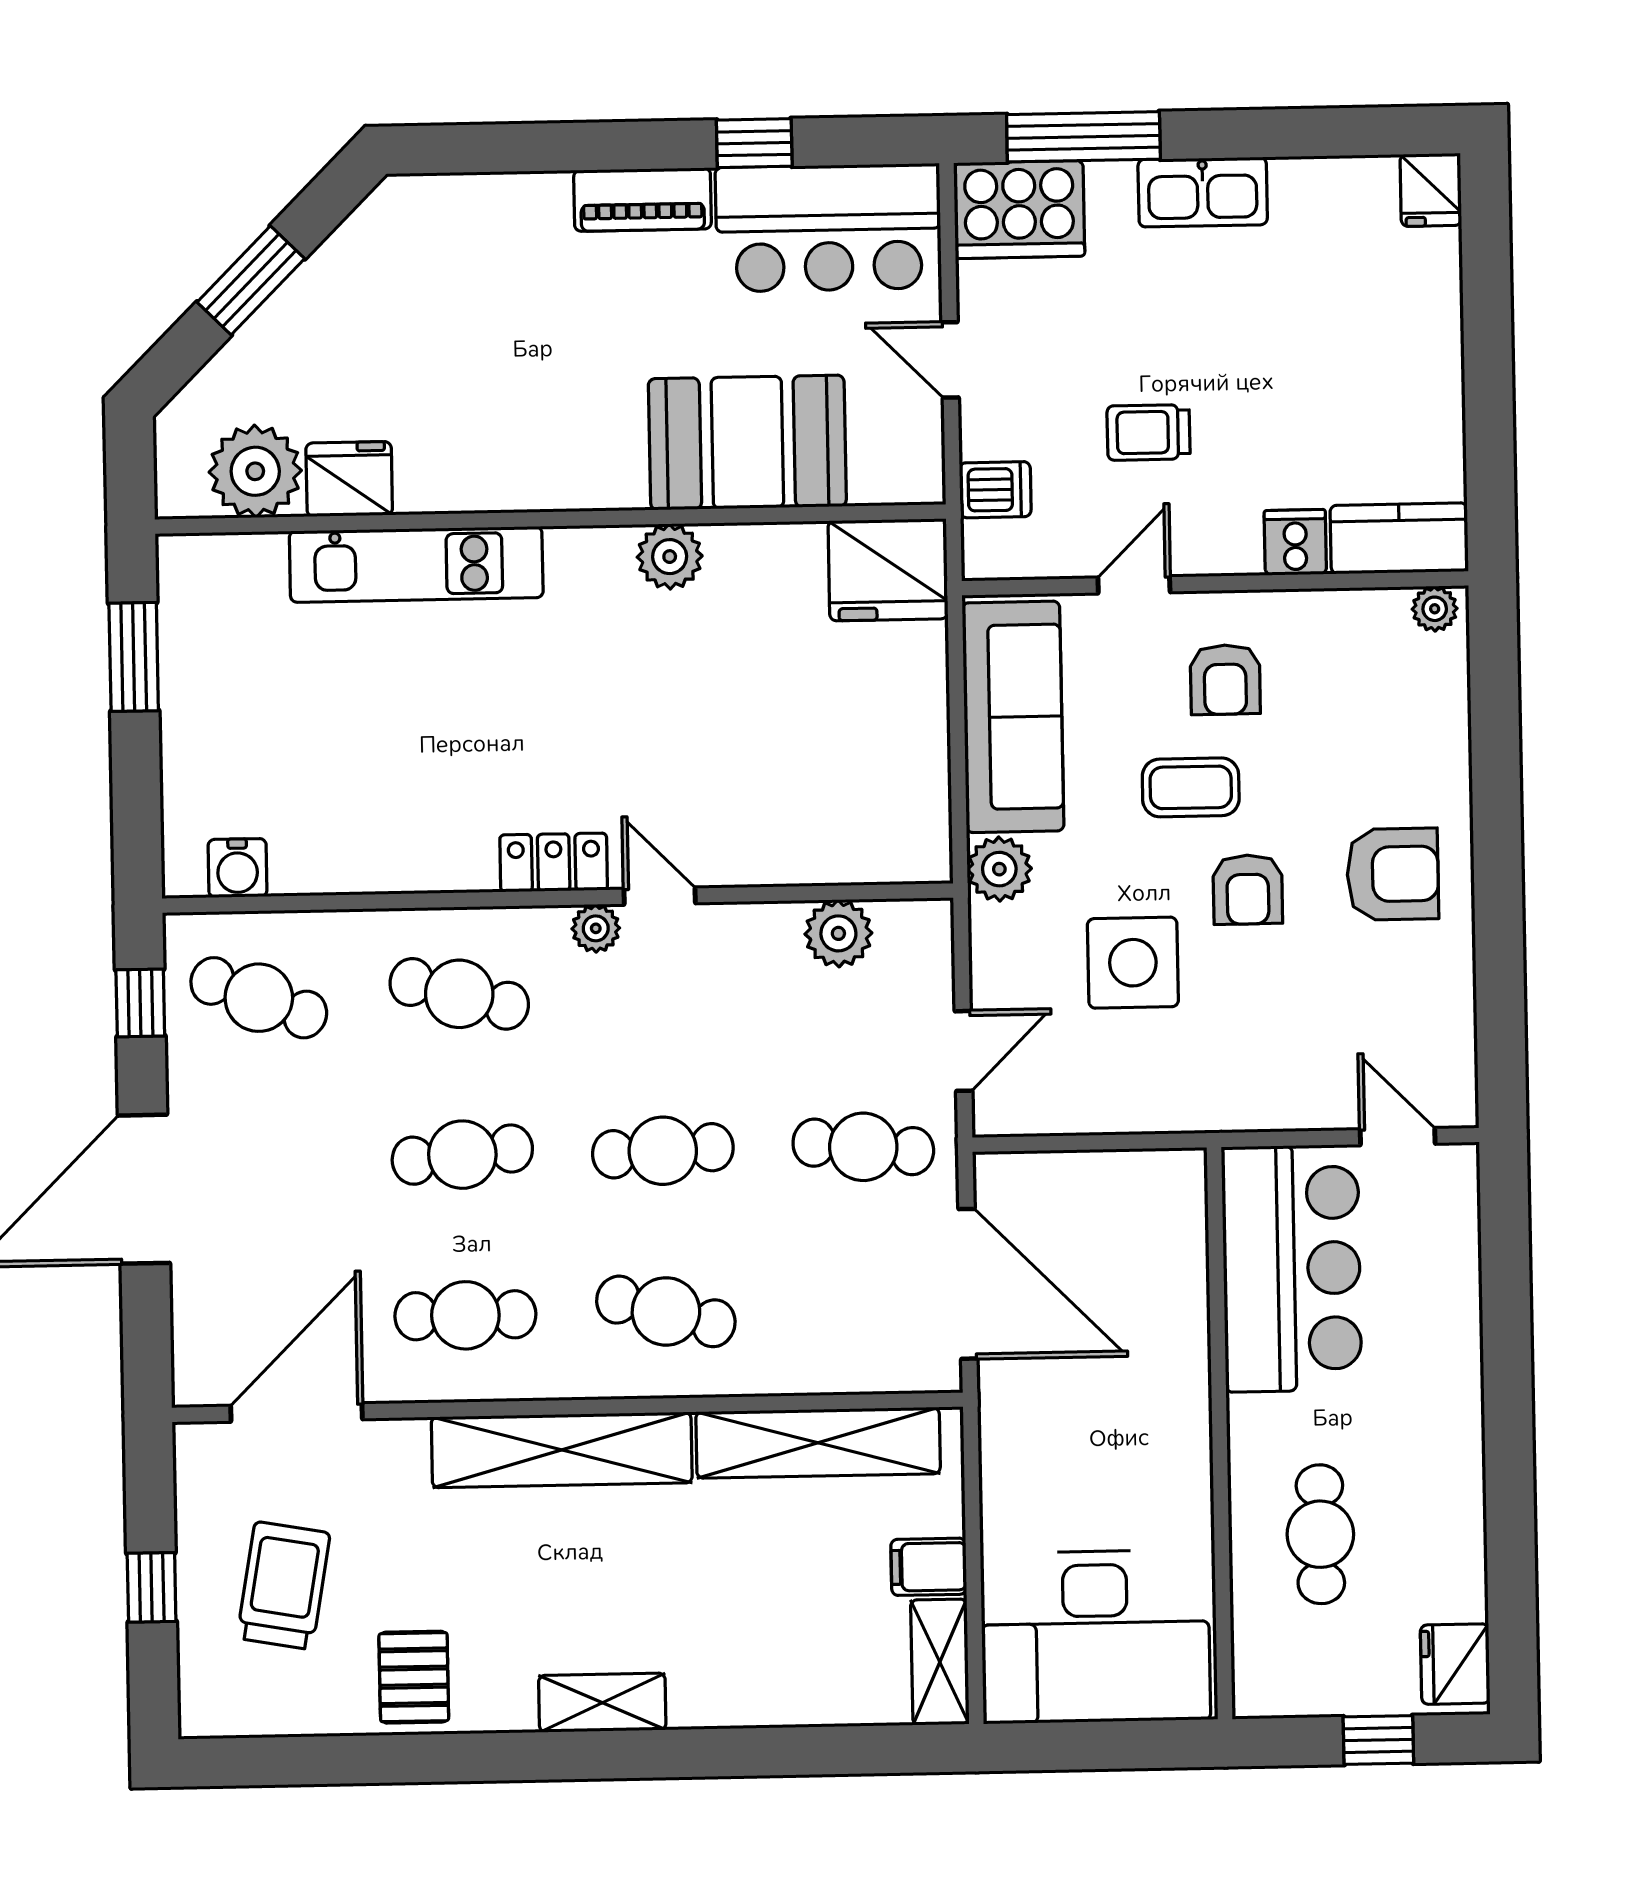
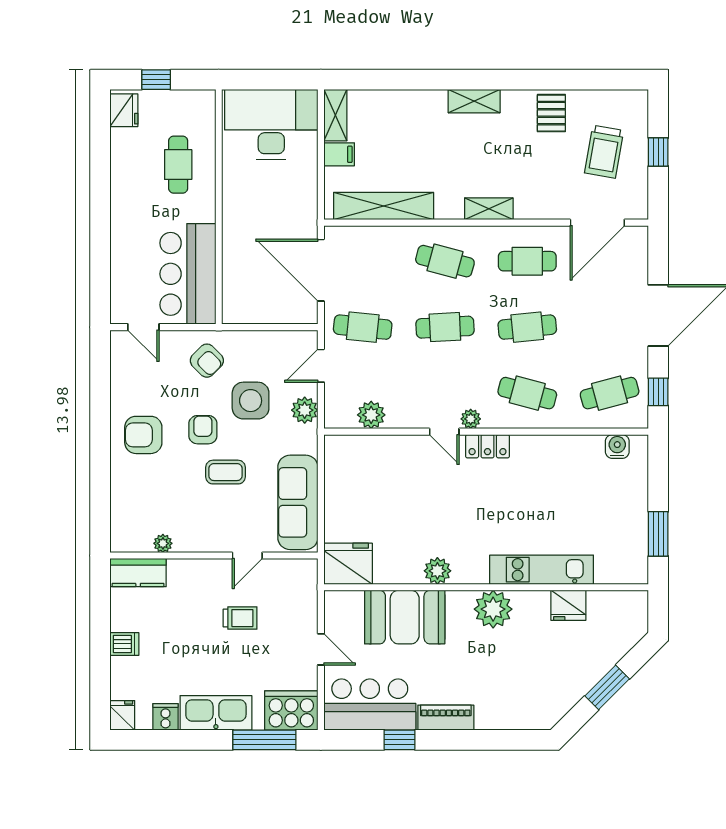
kitchen sink: (1203, 192) -> (216, 713), width x1.36, depth x1.24
plant: (255, 471) -> (493, 609), moved
dishwasher: (995, 490) -> (124, 644), moved, turned 180
cooker: (1295, 542) -> (165, 717), moved, turned 180
plant: (1435, 609) -> (163, 543), moved
armchair: (1225, 680) -> (207, 361), moved, turned 135
plant: (999, 869) -> (305, 410), moved
cafe table: (259, 998) -> (610, 393), turned -36
shelving: (562, 1450) -> (489, 209), width x0.45, depth x0.75

